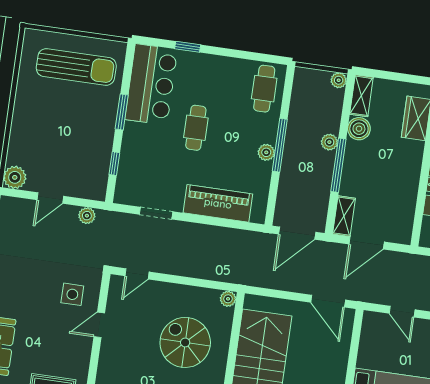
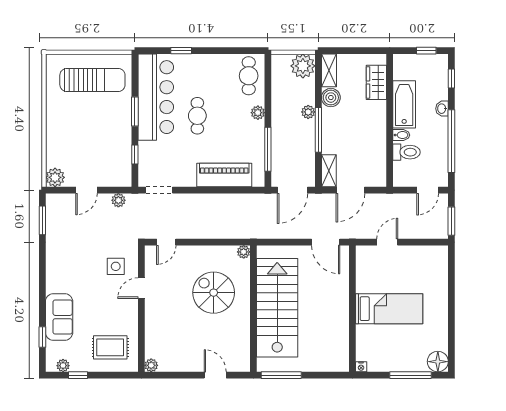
plant: (339, 80) -> (303, 66), width x1.88, depth x1.88
bar counter: (151, 84) -> (156, 97), width x1.36
window: (280, 145) -> (268, 149), moved
plant: (266, 152) -> (258, 113), moved
doorway: (156, 213) -> (159, 190), moved
door: (402, 312) -> (387, 242), swing flipped

